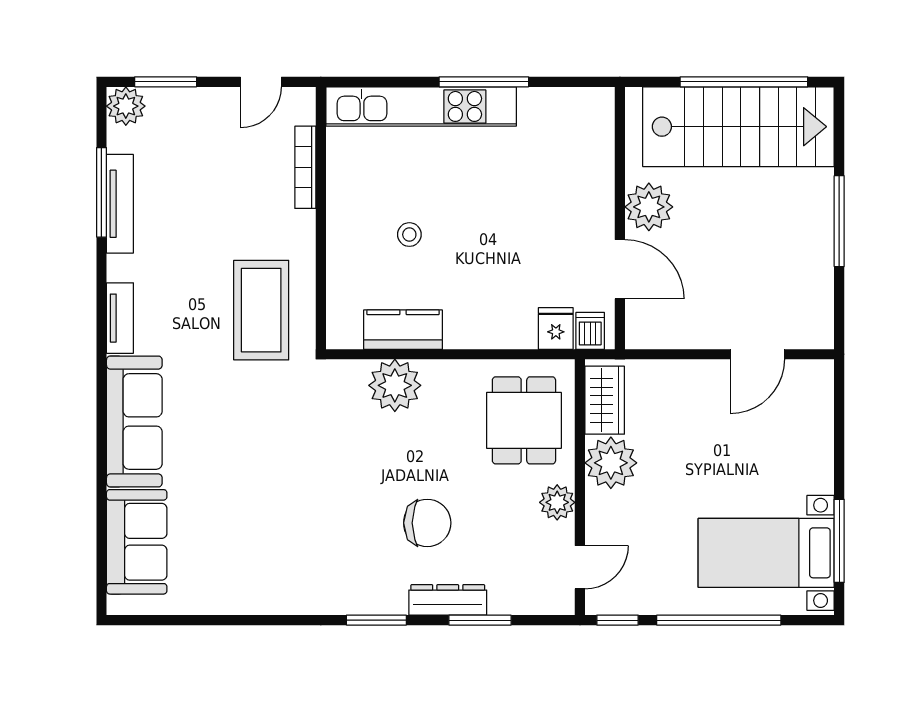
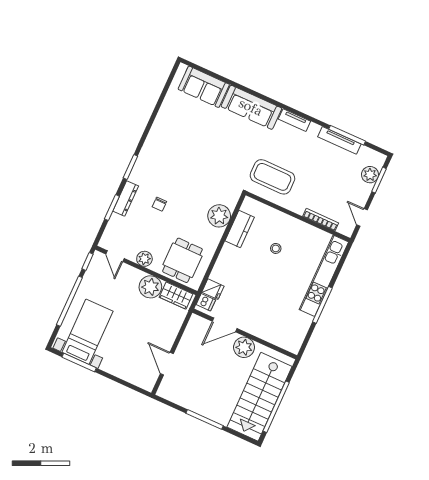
plant: (126, 106) -> (370, 175), moved
dining table: (524, 420) -> (182, 260), turned 90
chair: (427, 523) -> (159, 204), width x0.54, depth x0.54

